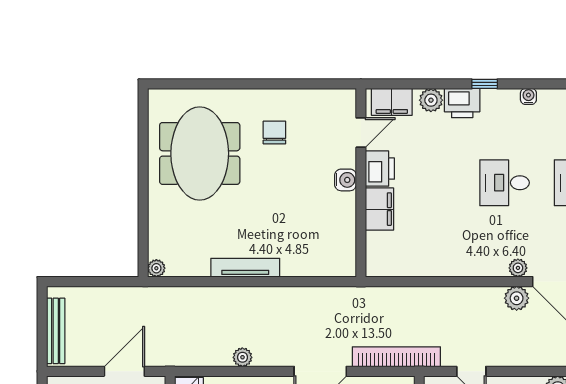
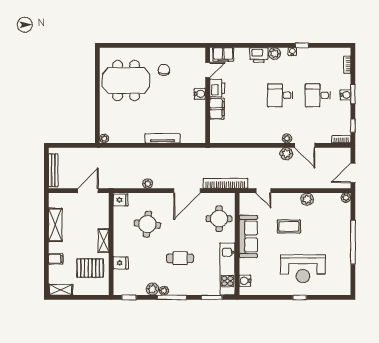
window: (485, 84) -> (302, 45), moved
plant: (431, 100) -> (275, 54), moved
meeting table: (200, 153) -> (126, 81), turned 90
tv unit: (245, 268) -> (163, 138), moved

